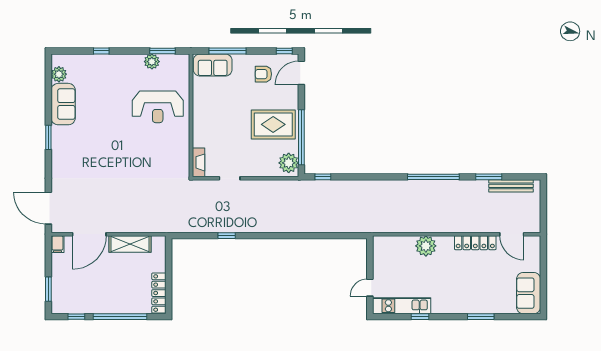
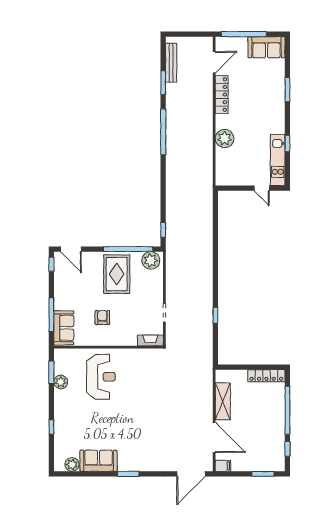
armchair: (263, 74) -> (102, 318), moved, turned 180
window: (543, 268) -> (244, 34), added

